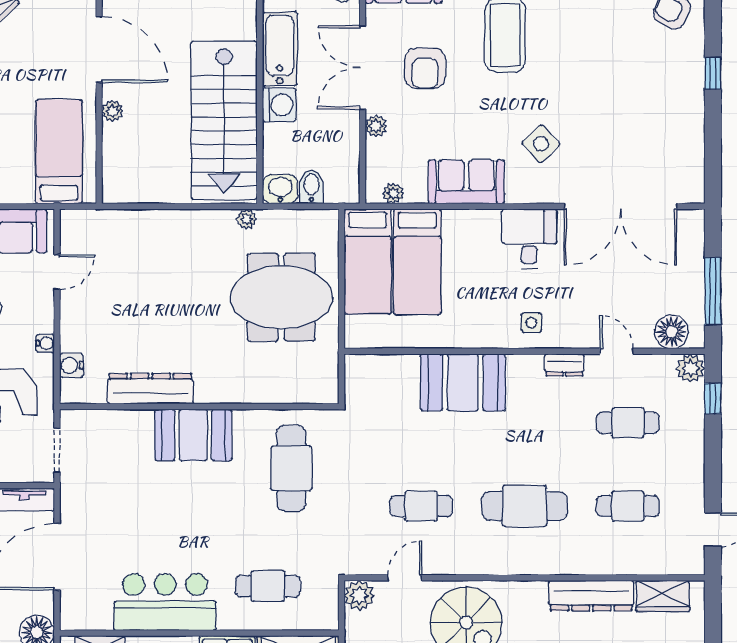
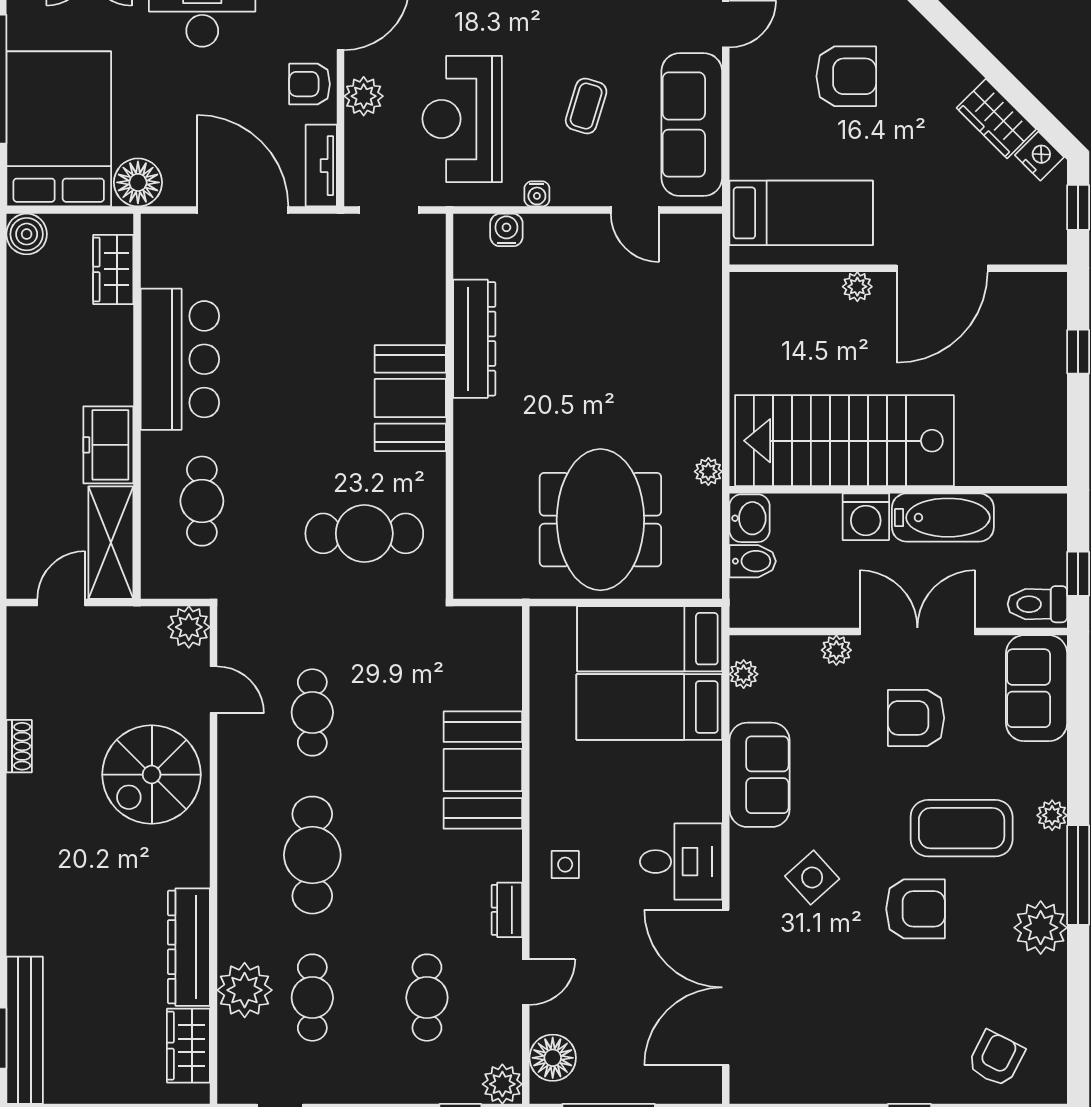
armchair: (564, 69) -> (916, 909), added
plant: (622, 555) -> (245, 990), added

